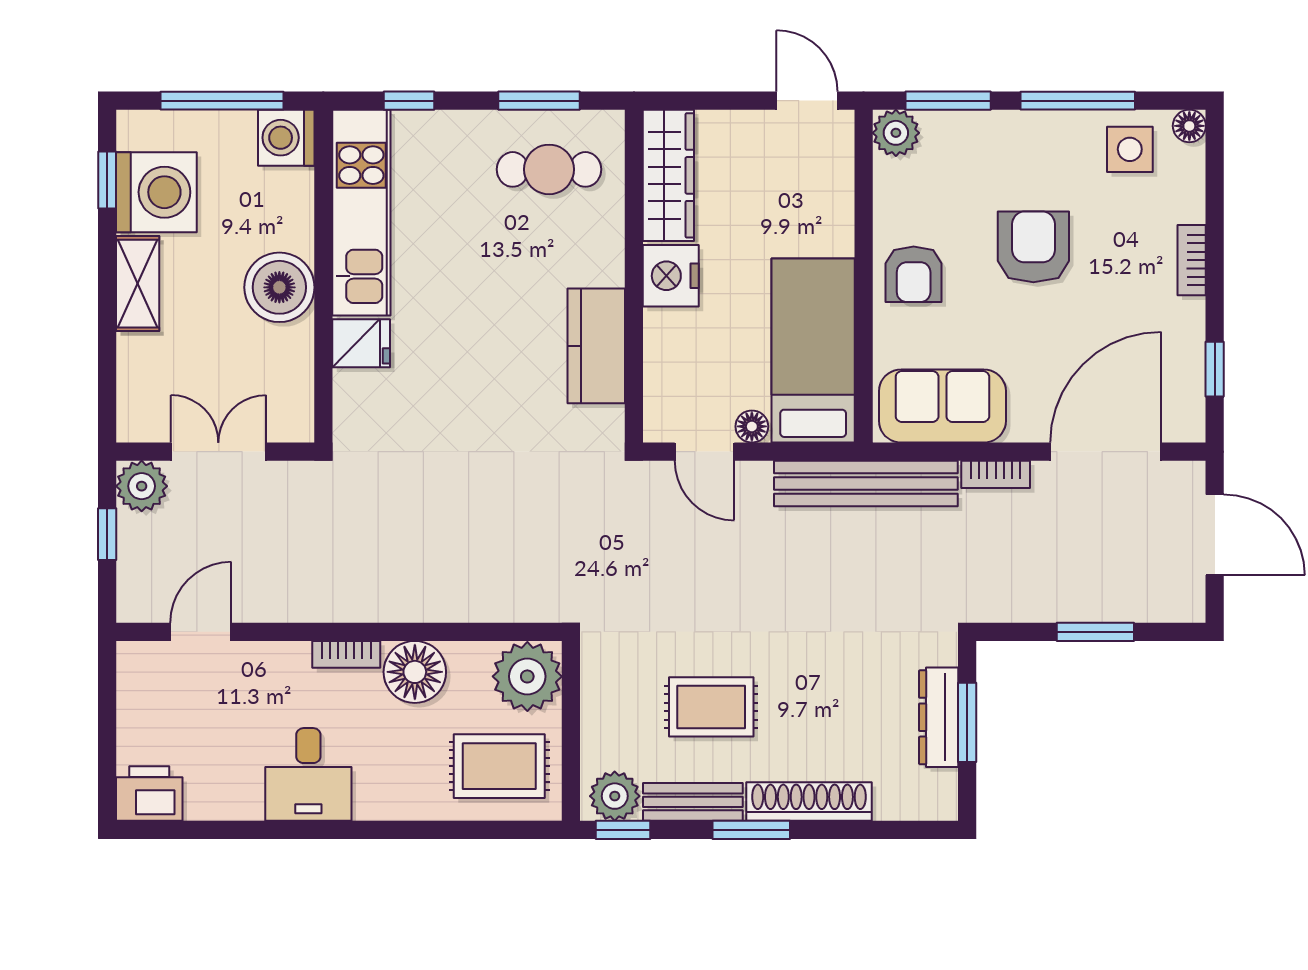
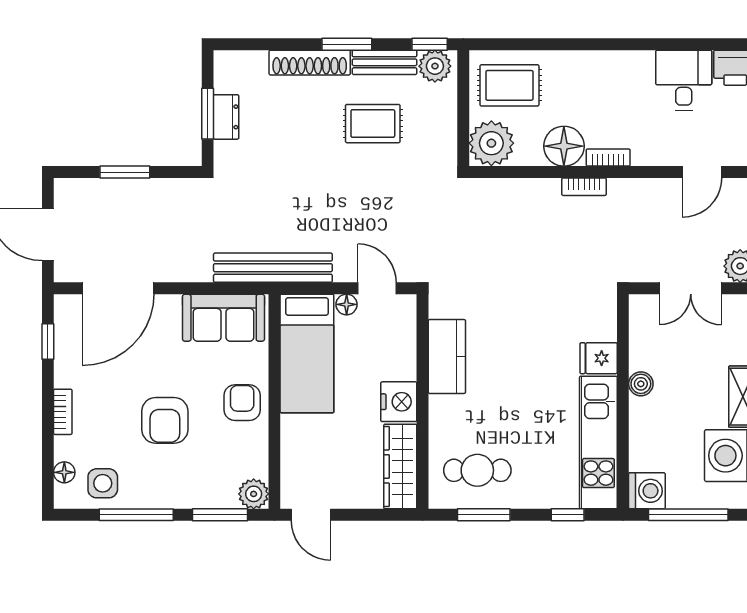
floor lamp: (1189, 126) -> (64, 472), moved
boiler: (279, 287) -> (641, 384), width x0.54, depth x0.54
bookcase: (996, 474) -> (584, 187), moved, turned 180
dresser: (939, 717) -> (226, 117), width x0.70
desk: (308, 774) -> (684, 80), moved

